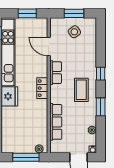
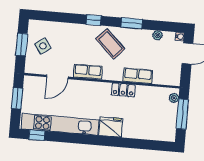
locker: (42, 88) -> (123, 90), moved
coffee table: (81, 90) -> (110, 44), turned 44
row of seats: (56, 122) -> (138, 76), width x0.68

